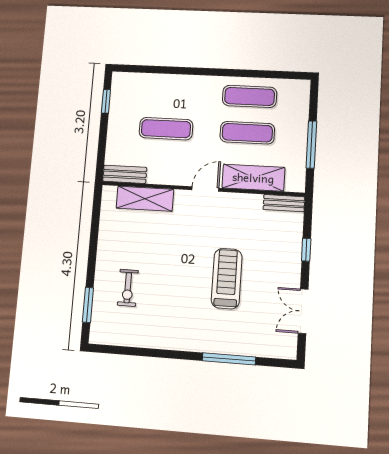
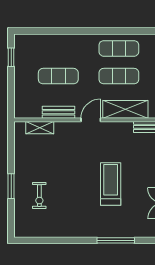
bench: (125, 174) -> (59, 112), moved
shelving: (145, 199) -> (40, 128), width x0.67, depth x0.75
window: (88, 305) -> (11, 186), moved

